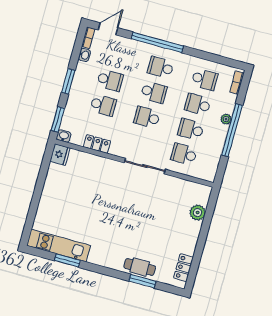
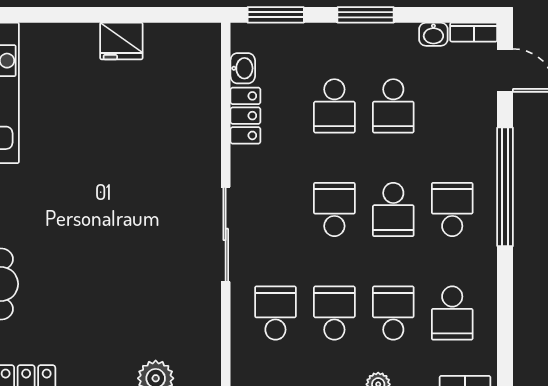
washbasin: (64, 136) -> (243, 68), moved
fridge: (60, 155) -> (121, 41), moved

